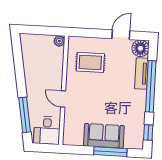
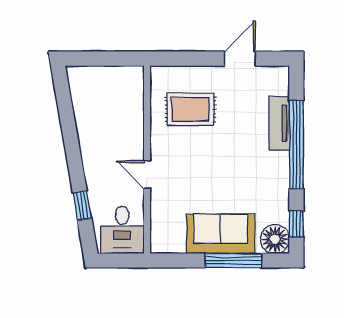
plant: (59, 41) -> (135, 75), removed
floor lamp: (140, 48) -> (275, 239), moved
window: (25, 115) -> (82, 206), width x0.46

